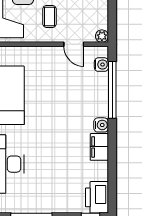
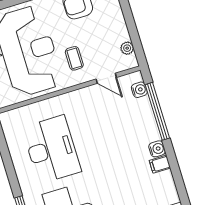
plant: (102, 36) -> (127, 48), moved
filing cabinet: (99, 147) -> (160, 164), width x0.50

